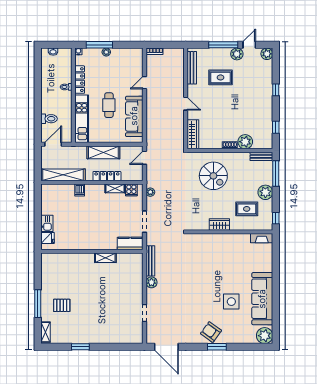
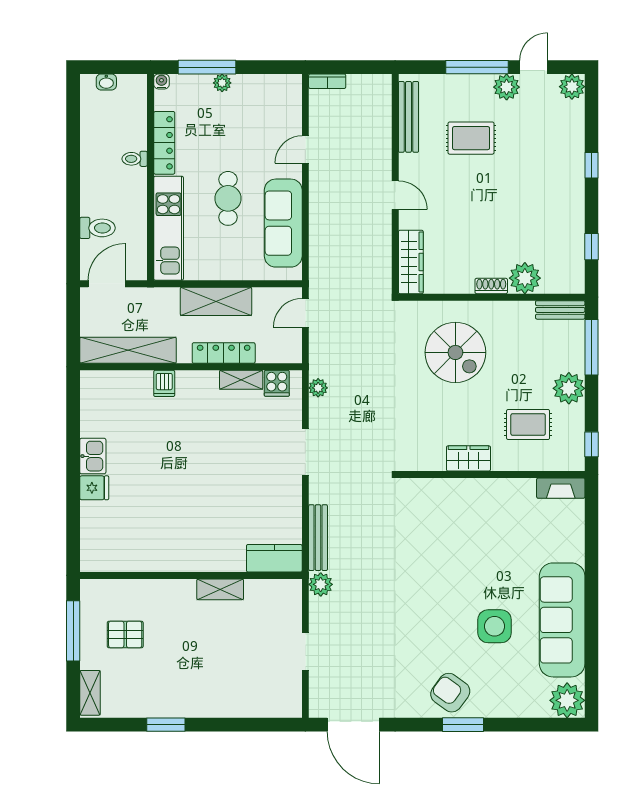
kitchen counter: (130, 244) -> (274, 558), moved
wall: (92, 251) -> (191, 575), moved
shelving: (105, 258) -> (220, 589), moved

